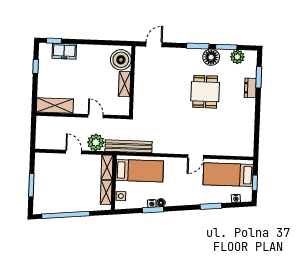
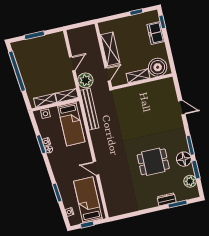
boiler: (121, 60) -> (158, 67), moved
wall: (132, 81) -> (142, 82), moved
shelving: (125, 84) -> (138, 76), moved
shelving: (55, 106) -> (110, 49), moved

